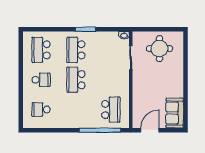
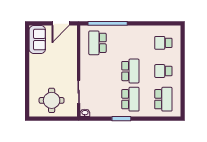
school desk: (41, 110) -> (163, 43), turned 180

